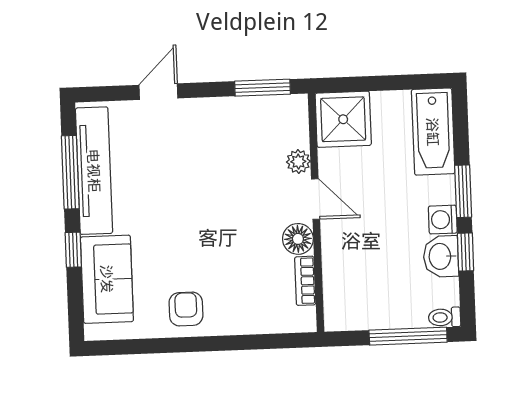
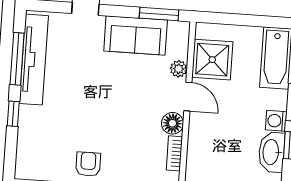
shower: (343, 119) -> (212, 60), moved
washbasin: (441, 256) -> (271, 152), width x1.38
sofa: (107, 279) -> (136, 35), moved, turned 90

